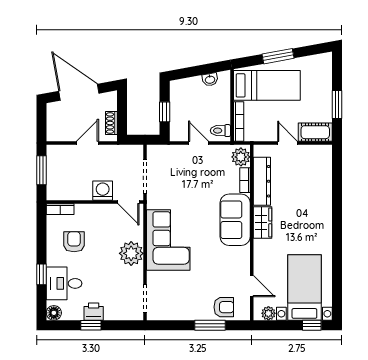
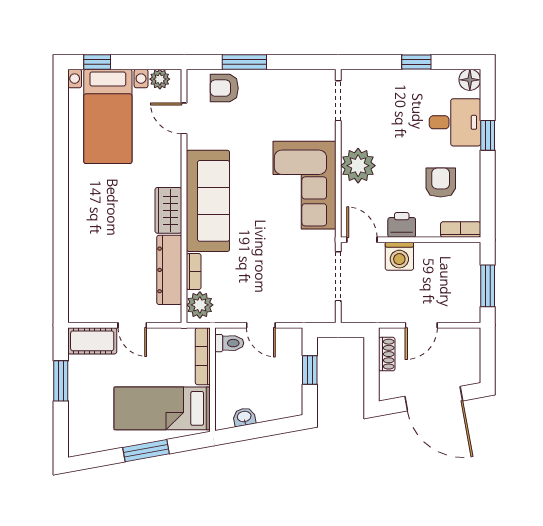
sofa: (235, 220) -> (208, 201), width x1.36
armchair: (74, 242) -> (441, 183), turned 180
printer: (94, 312) -> (402, 225), moved, turned 180

